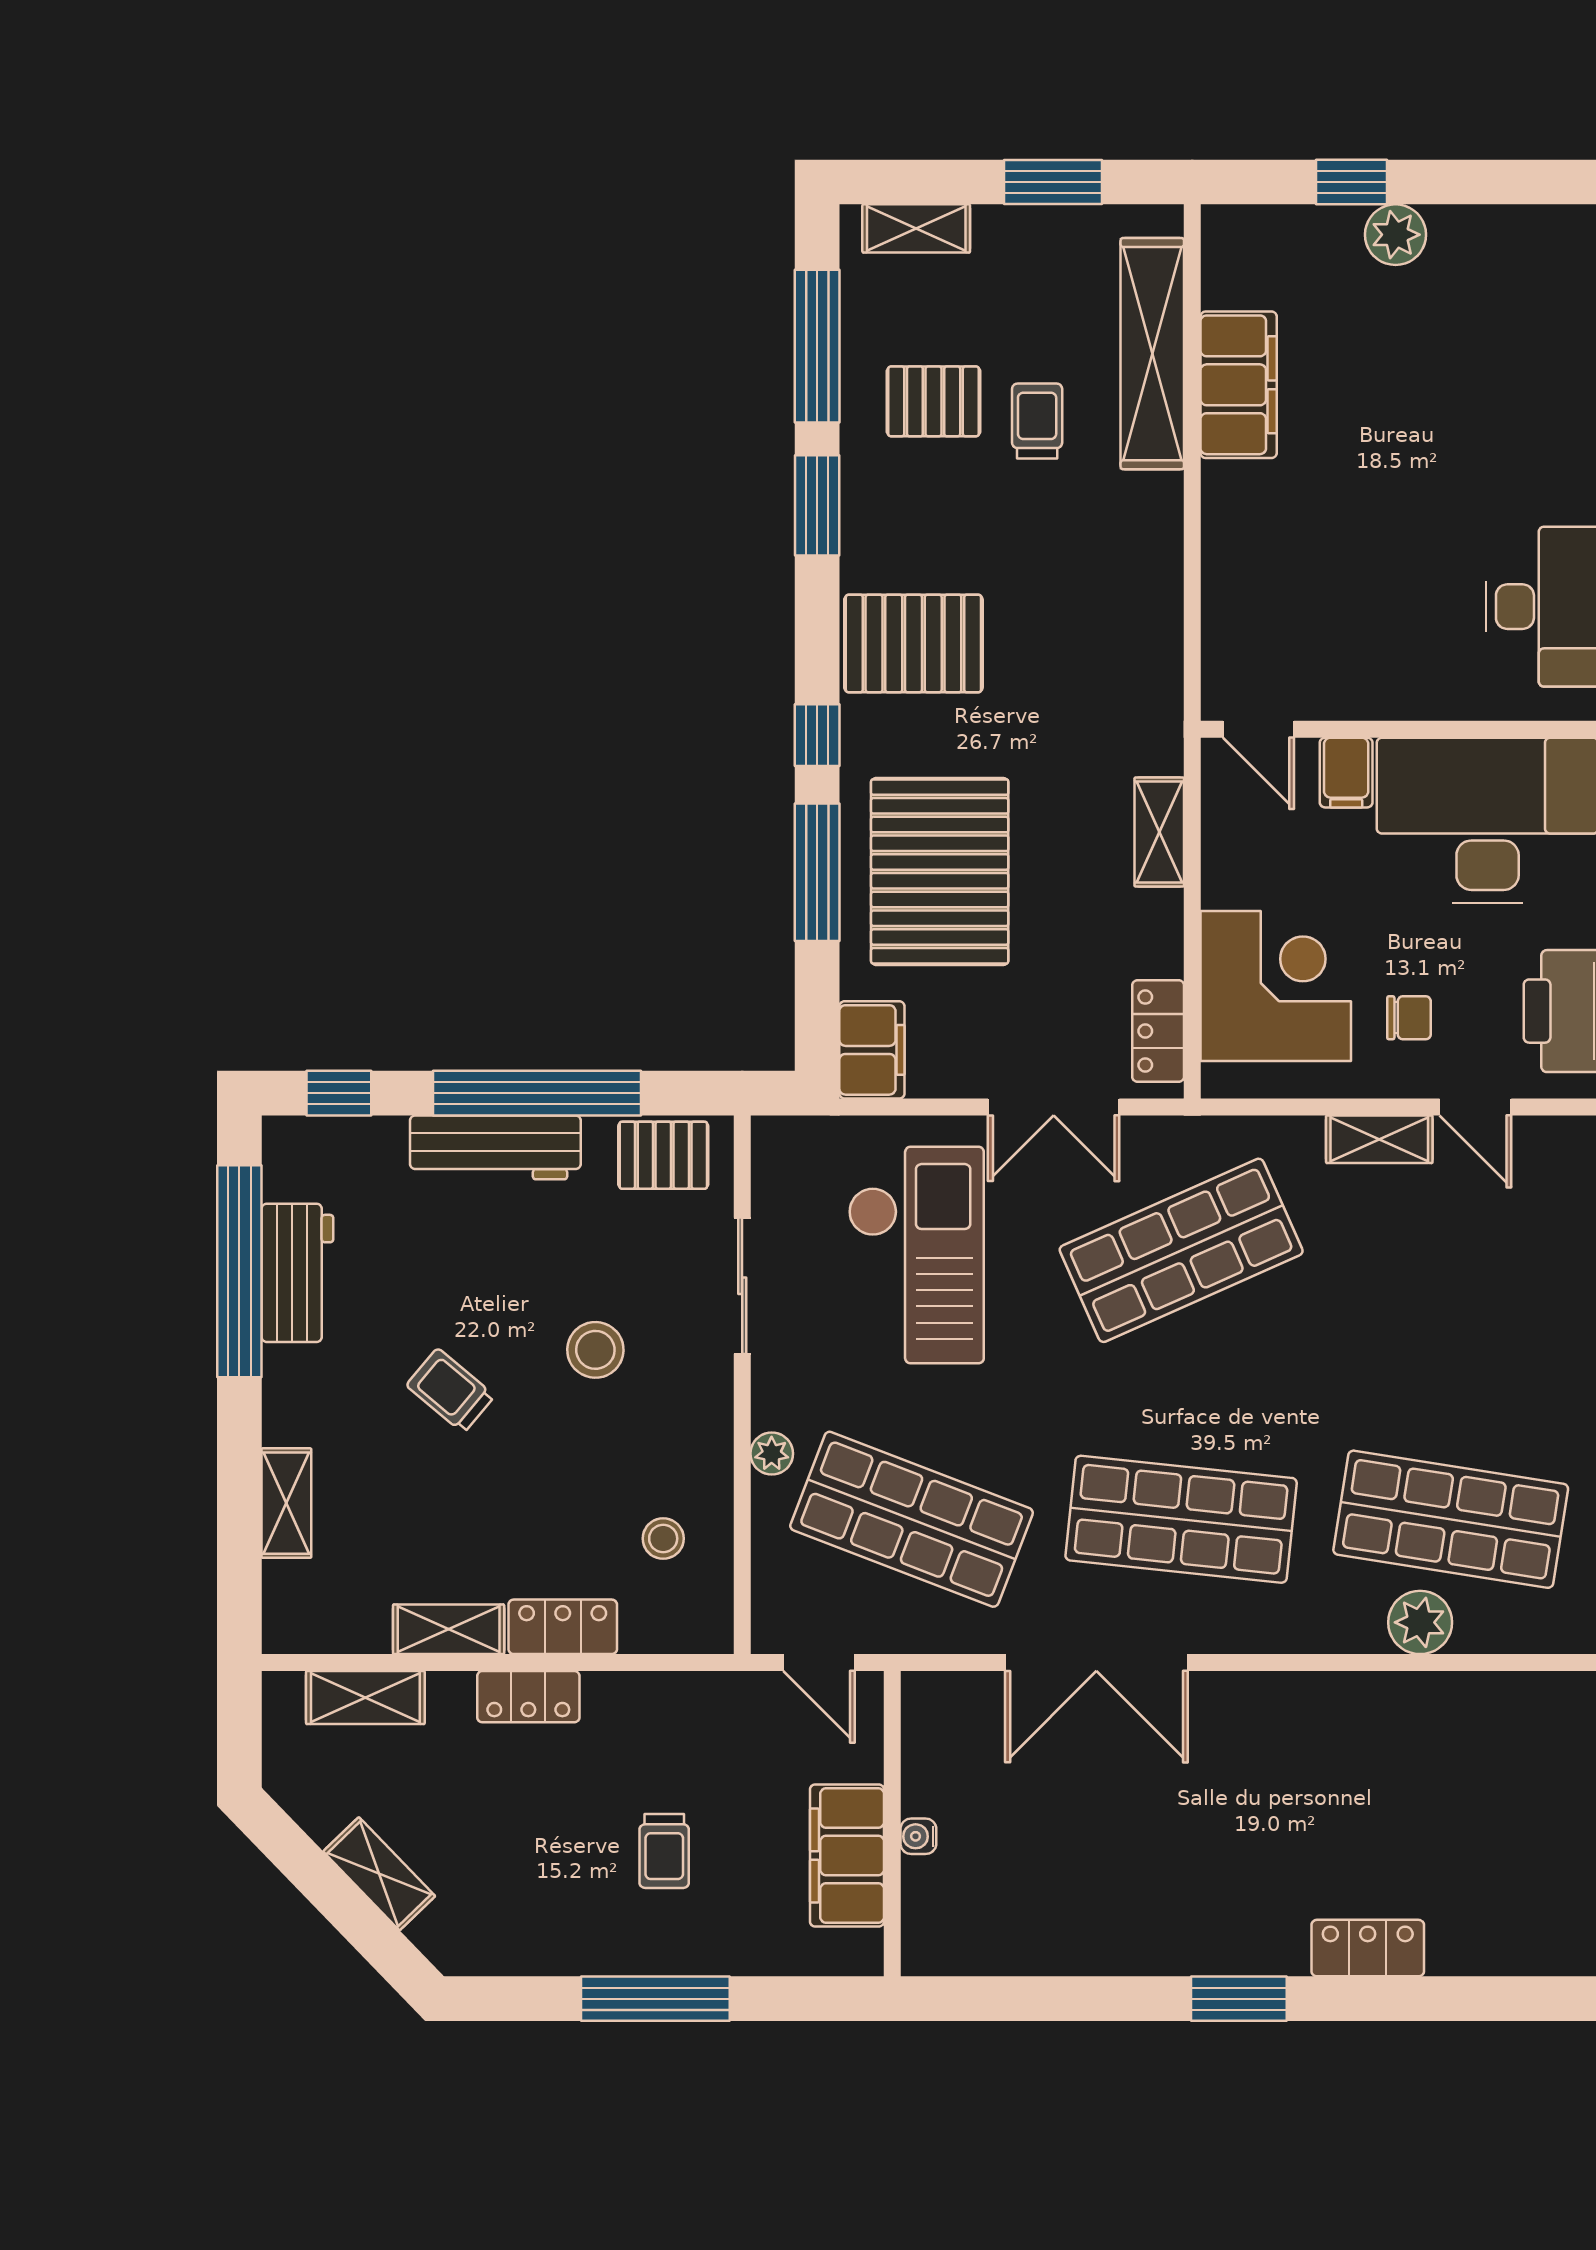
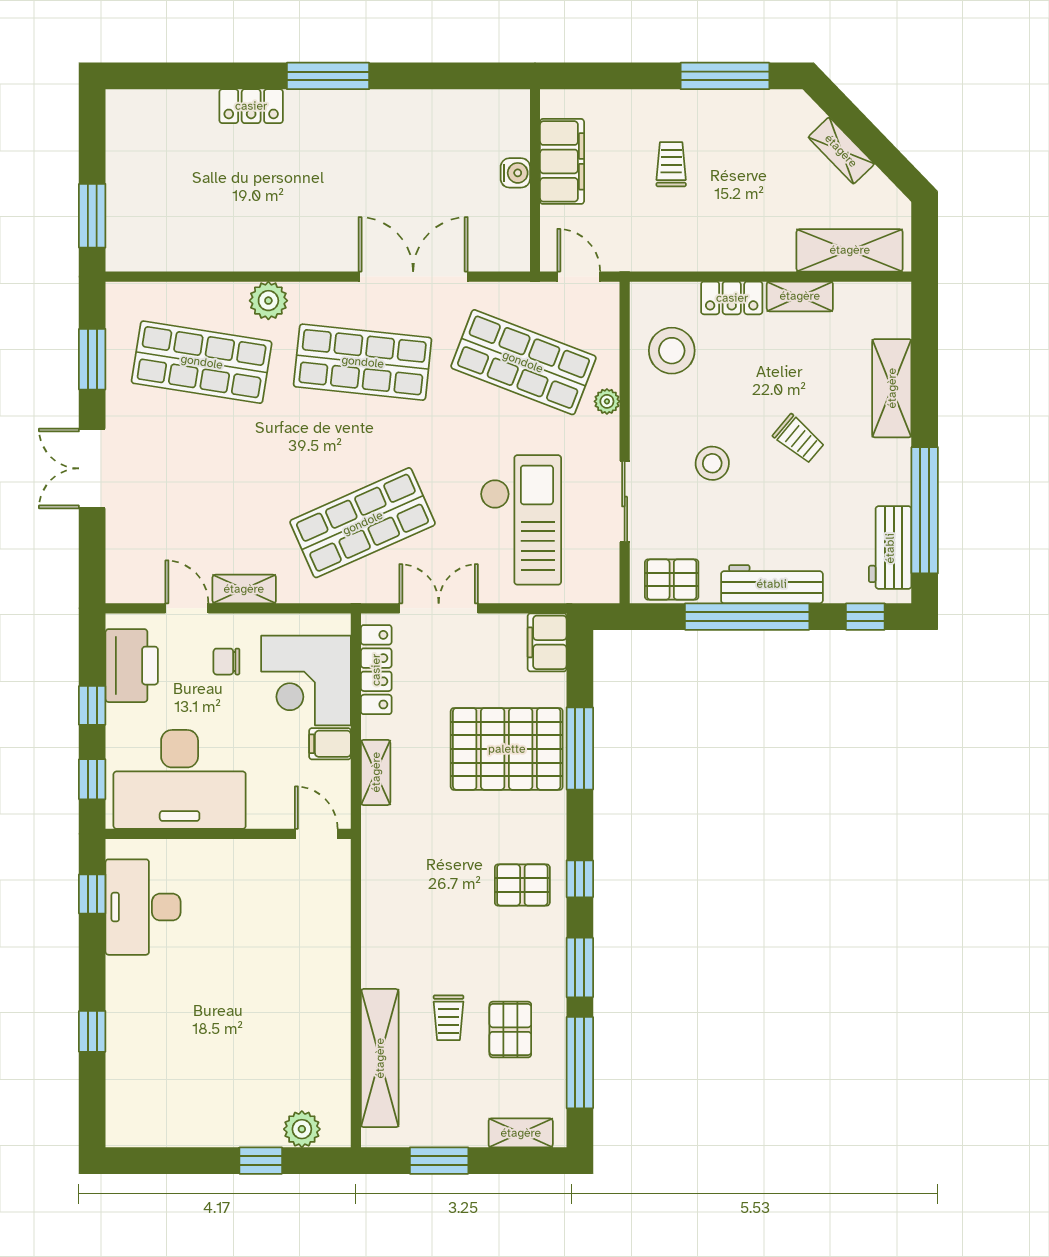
plant: (1396, 235) -> (302, 1129), moved
filing cabinet: (1239, 385) -> (328, 1039), removed
pallet: (934, 401) -> (510, 1030), turned 90
pallet: (913, 644) -> (522, 885), width x0.67, depth x0.71
window: (817, 735) -> (580, 879), moved
filing cabinet: (1346, 773) -> (330, 744), moved, turned -90
pallet: (940, 871) -> (507, 749), turned 90
locker: (1158, 1031) -> (376, 670), width x1.53
checkout: (916, 1255) -> (521, 520), turned 180
workbench: (297, 1273) -> (890, 548), moved
shelving: (286, 1503) -> (892, 388), width x1.50, depth x1.33
stool: (663, 1539) -> (672, 351), width x1.89, depth x1.89
plant: (1420, 1622) -> (268, 301), moved
locker: (528, 1697) -> (752, 256), removed
shelving: (365, 1698) -> (850, 250), width x1.50, depth x1.33
water cooler: (918, 1836) -> (515, 173), width x1.38, depth x1.38
window: (655, 1999) -> (725, 76), moved
window: (1239, 1999) -> (328, 76), width x1.44

